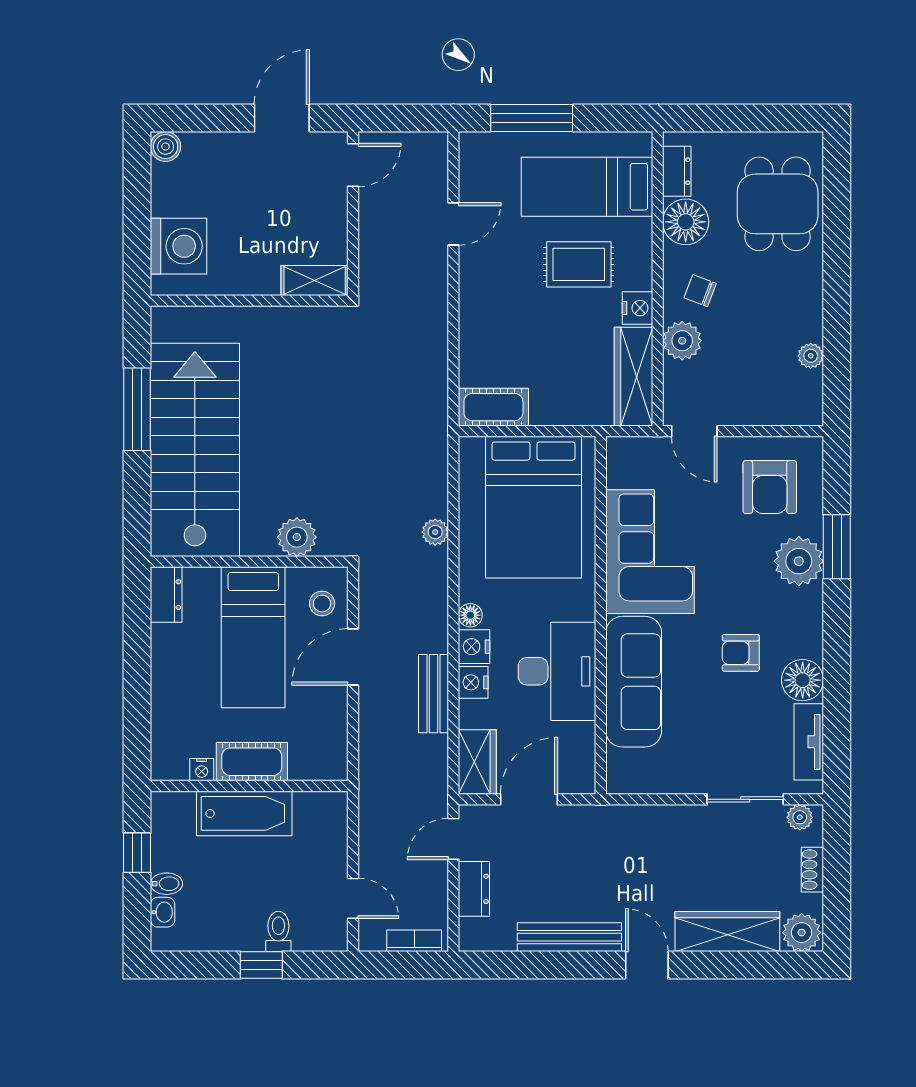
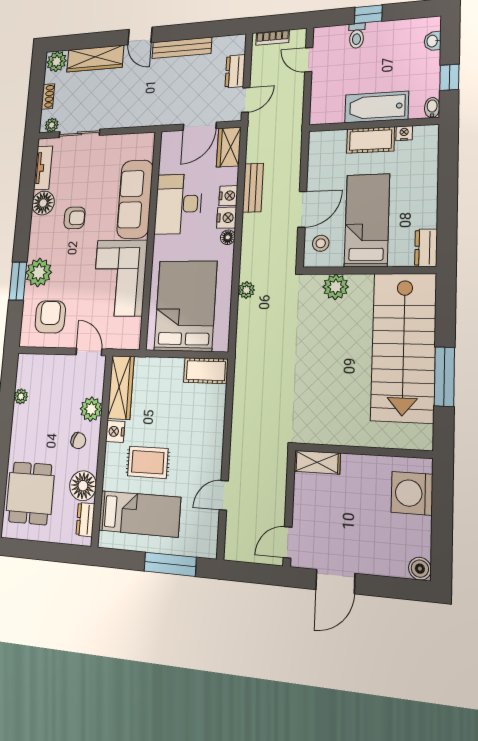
bidet: (166, 884) -> (432, 108), moved, turned 90

